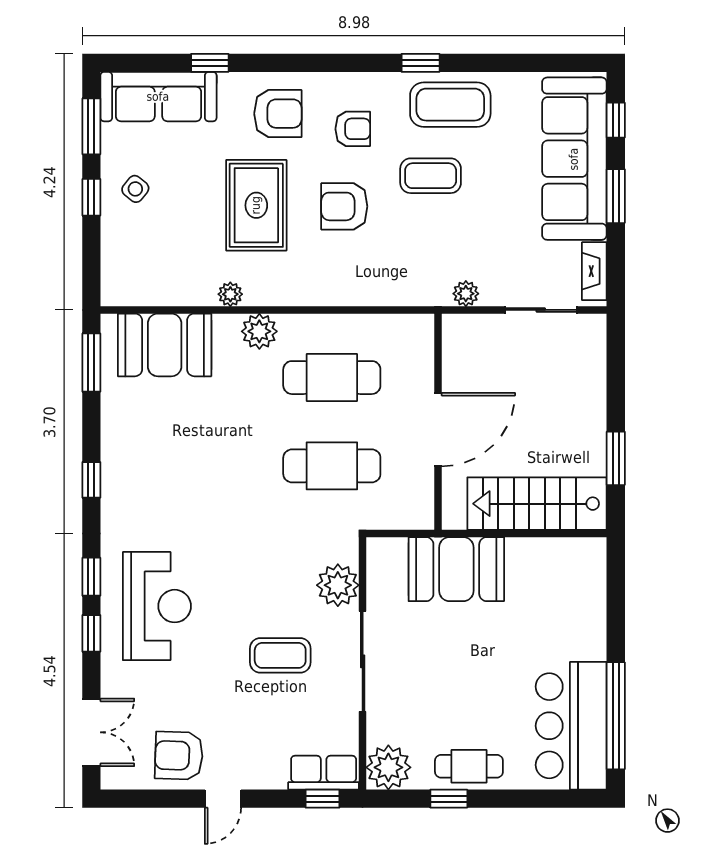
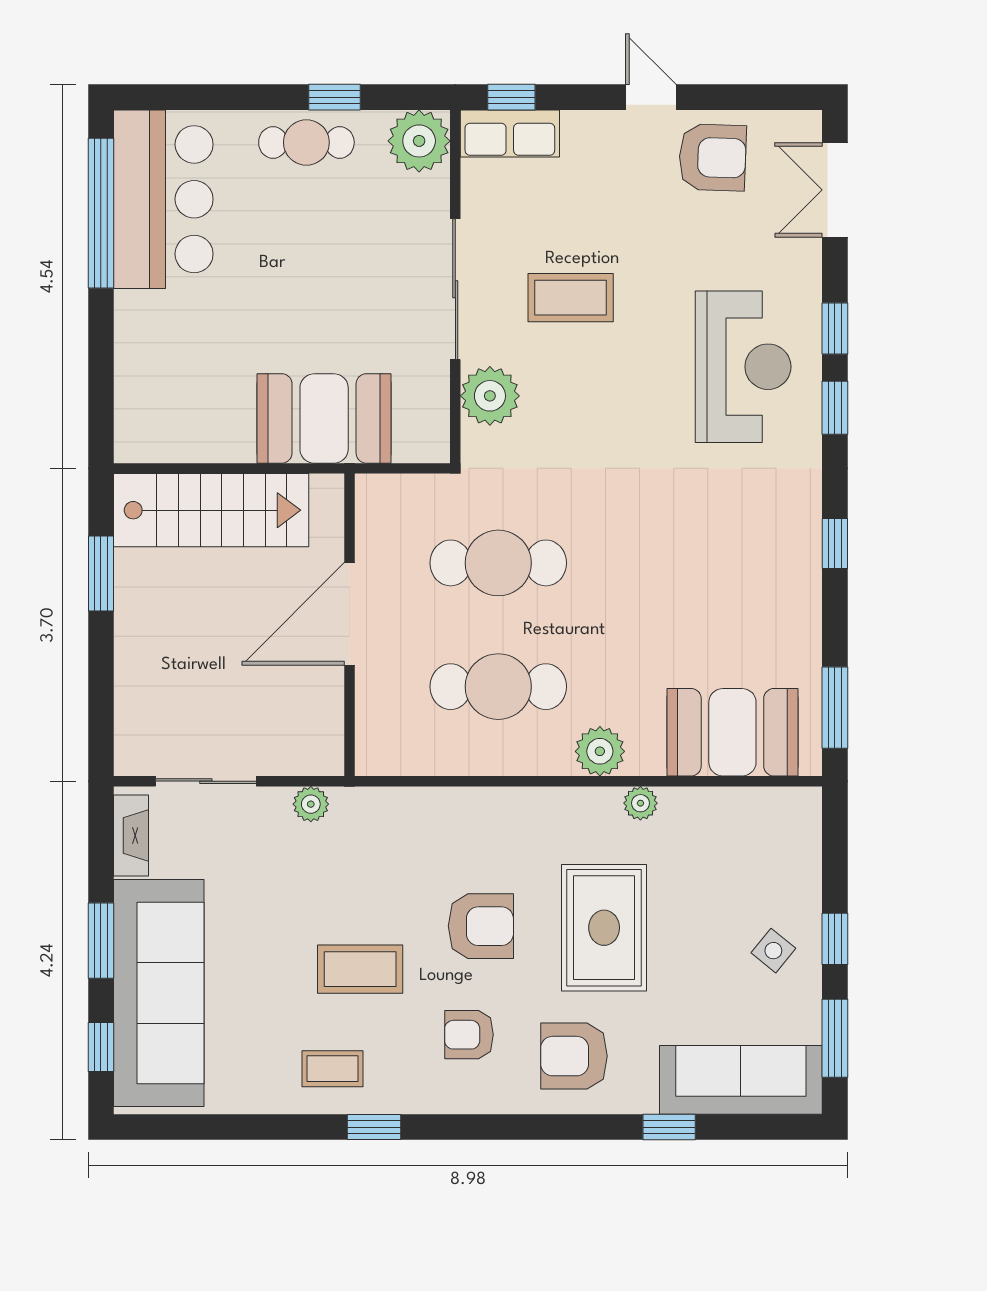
coffee table: (450, 105) -> (333, 1069), width x0.54, depth x0.58
reception desk: (157, 606) -> (743, 367), turned 180
door: (223, 799) -> (651, 97), hinge flipped

